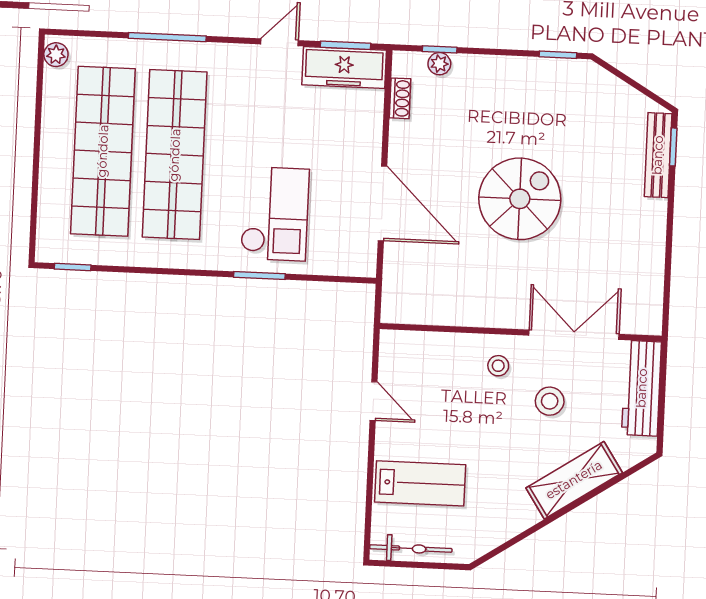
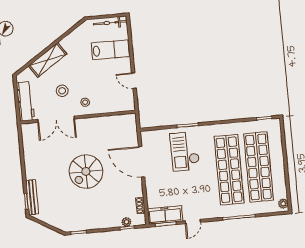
lab bench: (420, 483) -> (110, 50), turned 180

